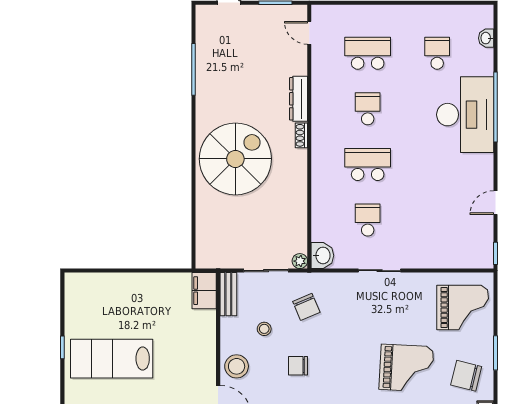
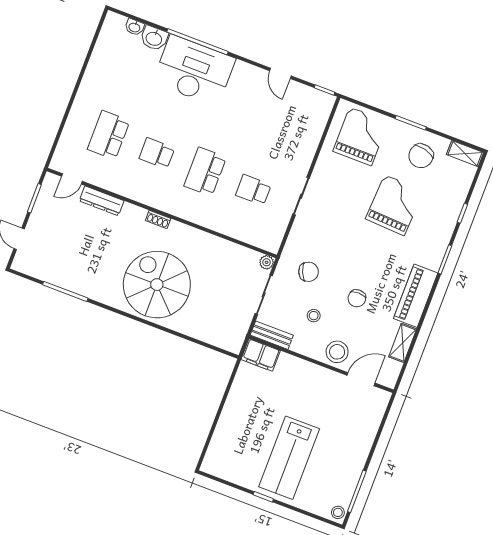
school desk: (437, 53) -> (132, 75), removed
dresser: (299, 99) -> (102, 201), moved
washbasin: (322, 255) -> (154, 38), moved, turned 180

